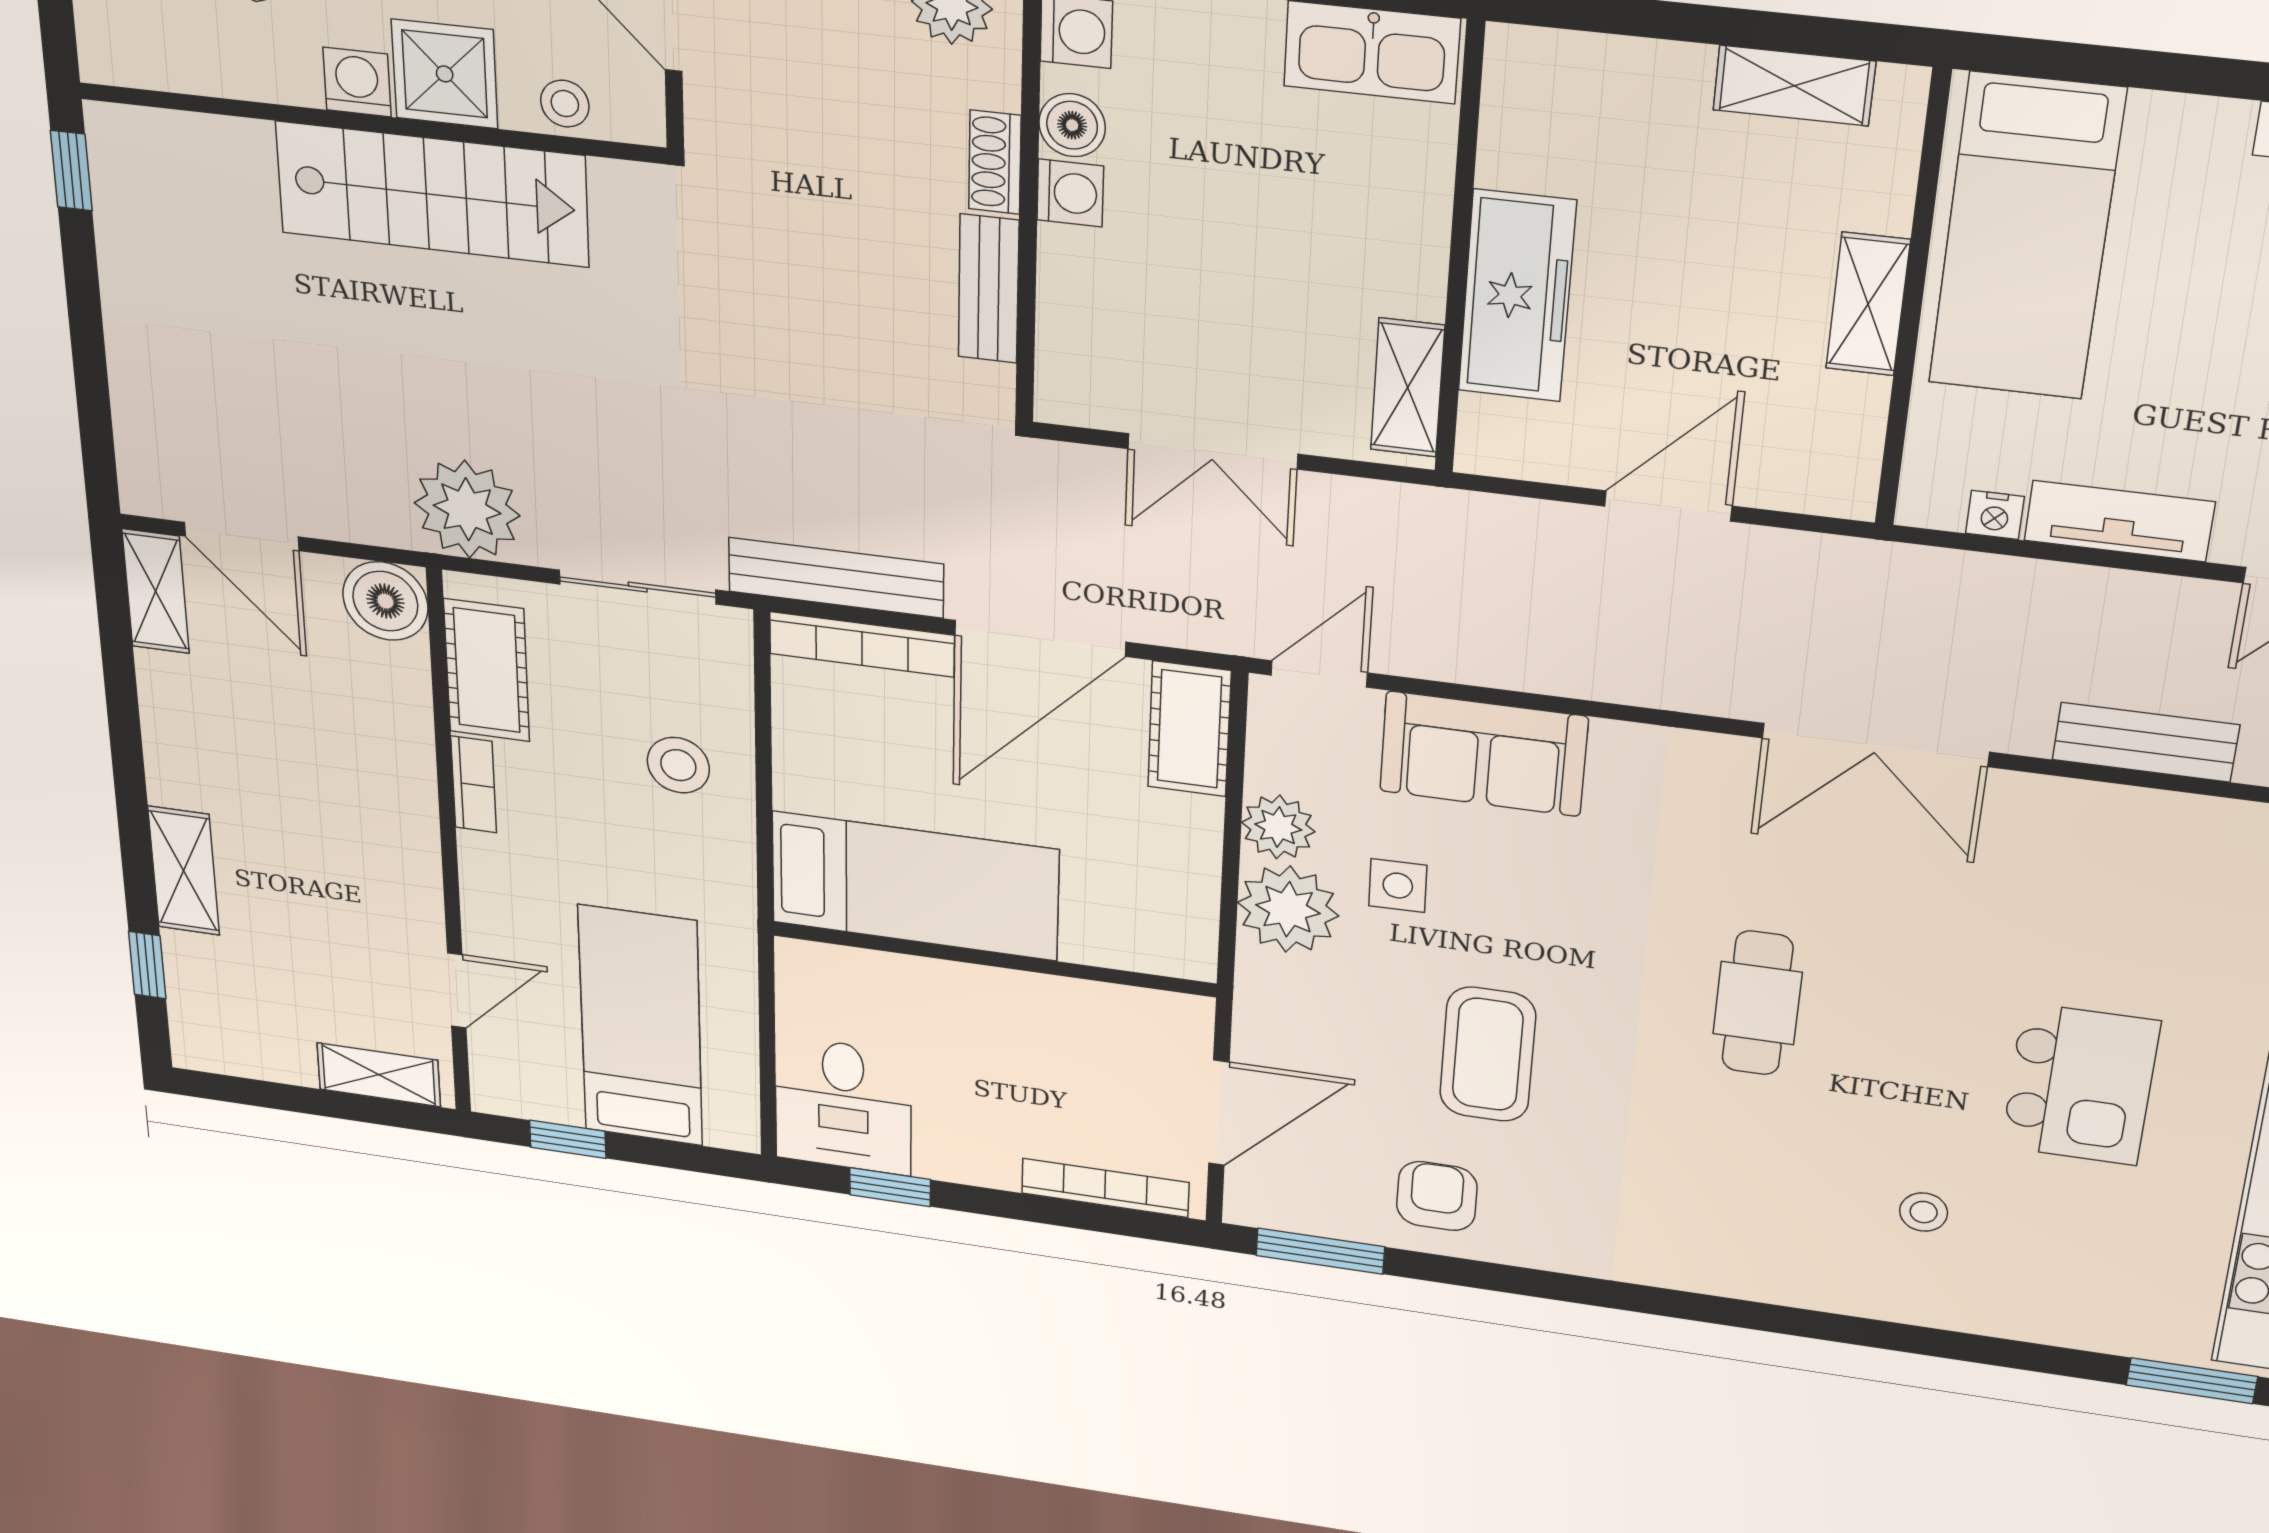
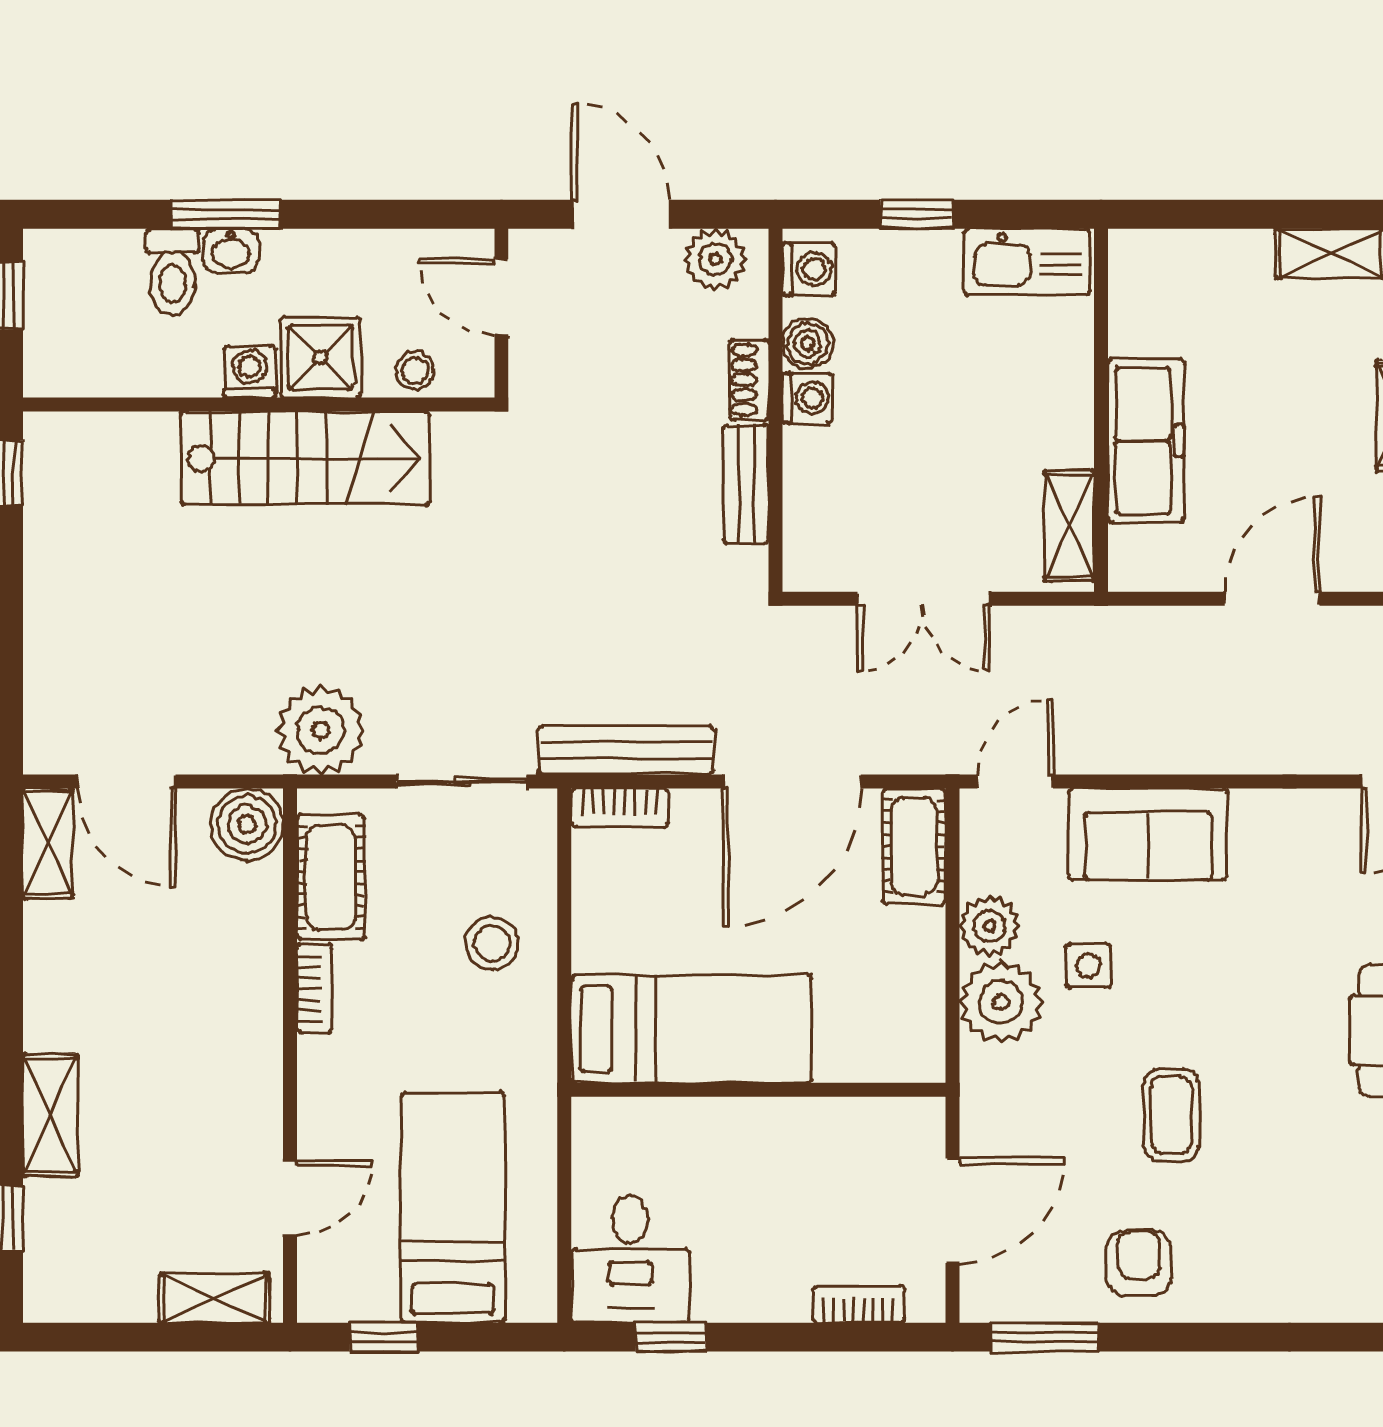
bookcase: (862, 644) -> (620, 808), width x0.64
coffee table: (1488, 1054) -> (1171, 1115), width x0.73, depth x0.77
bookcase: (1105, 1188) -> (859, 1305), width x0.64

